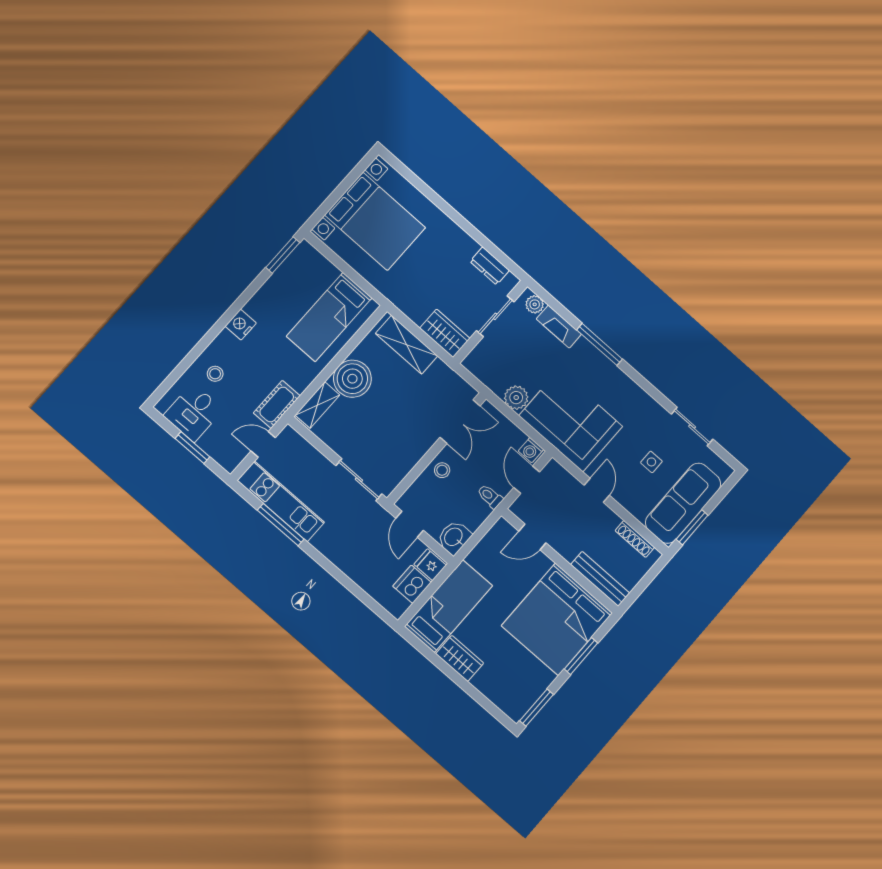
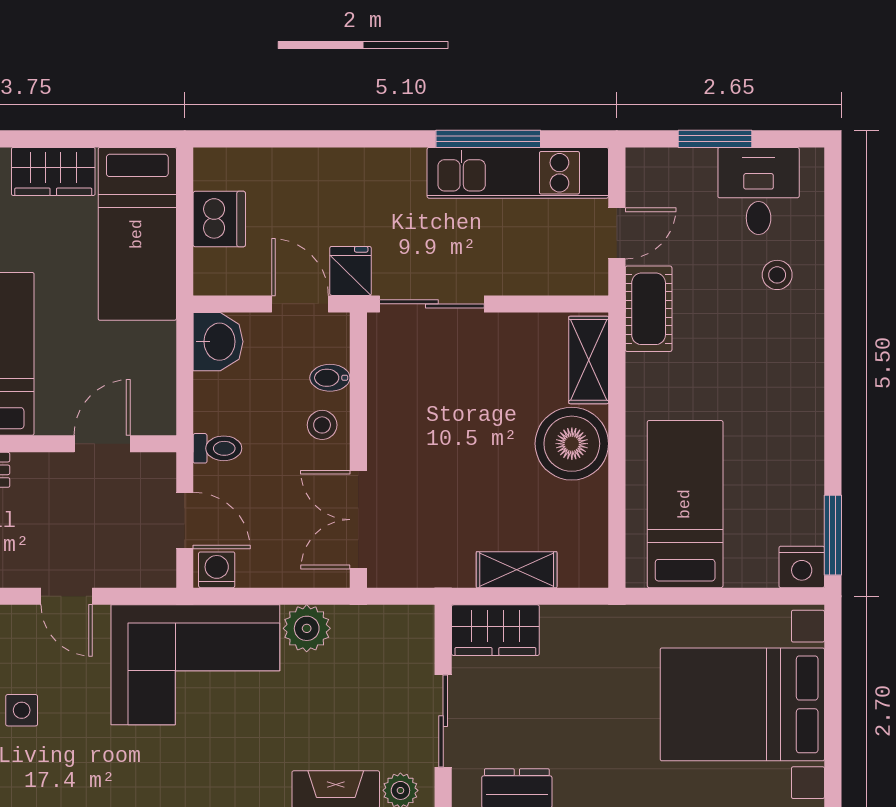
nightstand: (241, 325) -> (802, 567), moved, turned 90
shelving: (407, 345) -> (517, 570), width x0.67, depth x0.75
bidet: (423, 486) -> (330, 378), added
fridge: (430, 565) -> (351, 271), moved, turned -90

